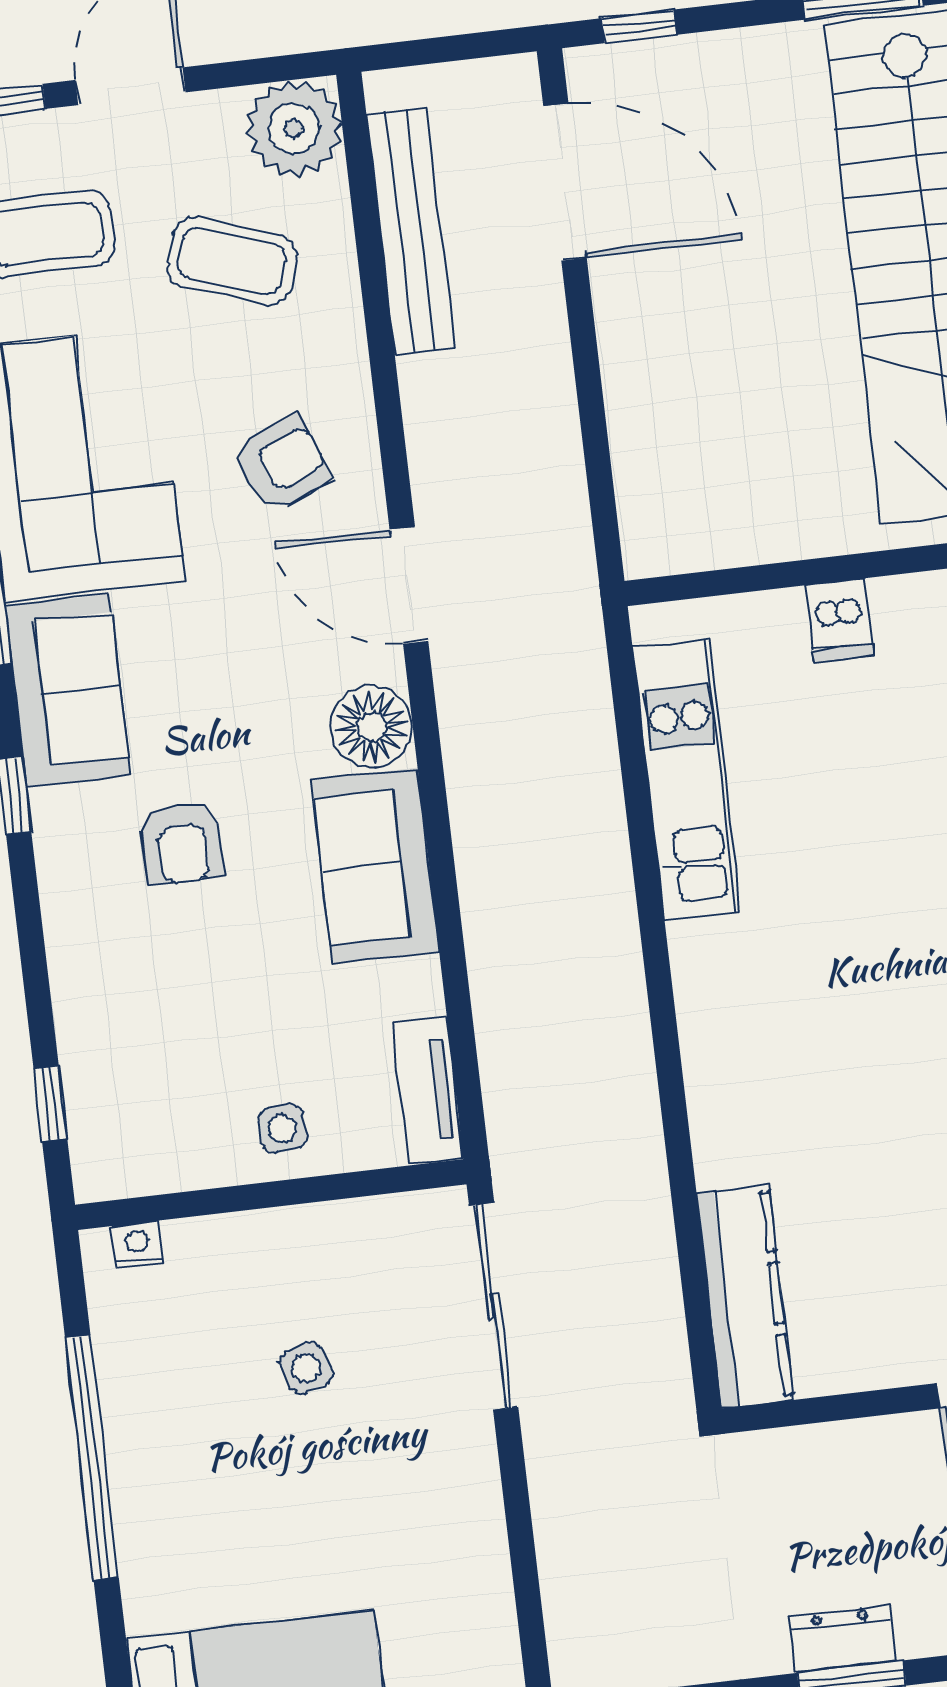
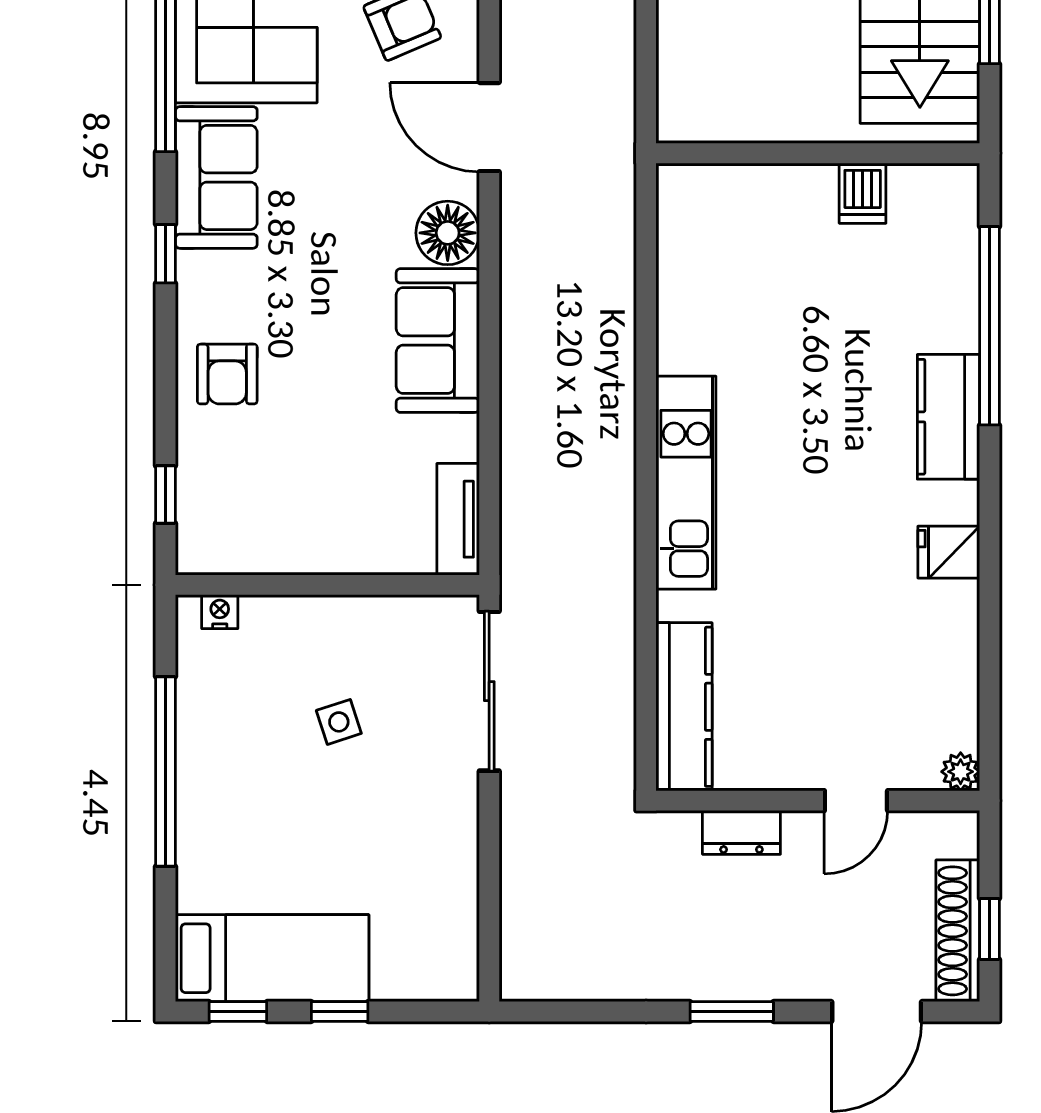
dishwasher: (839, 620) -> (863, 193), moved
kitchen unit: (687, 780) -> (686, 483), moved
armchair: (182, 843) -> (227, 374), moved
side table: (283, 1128) -> (342, 535), removed
dresser: (842, 1639) -> (741, 832), moved, turned 180

